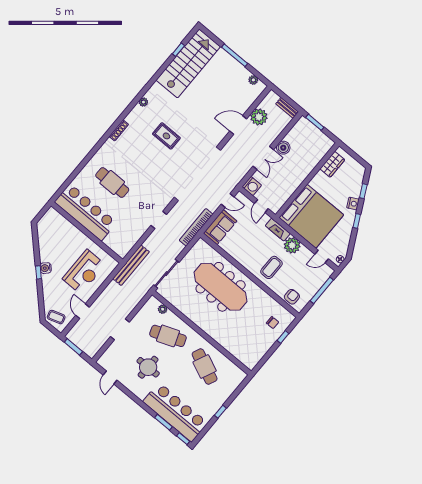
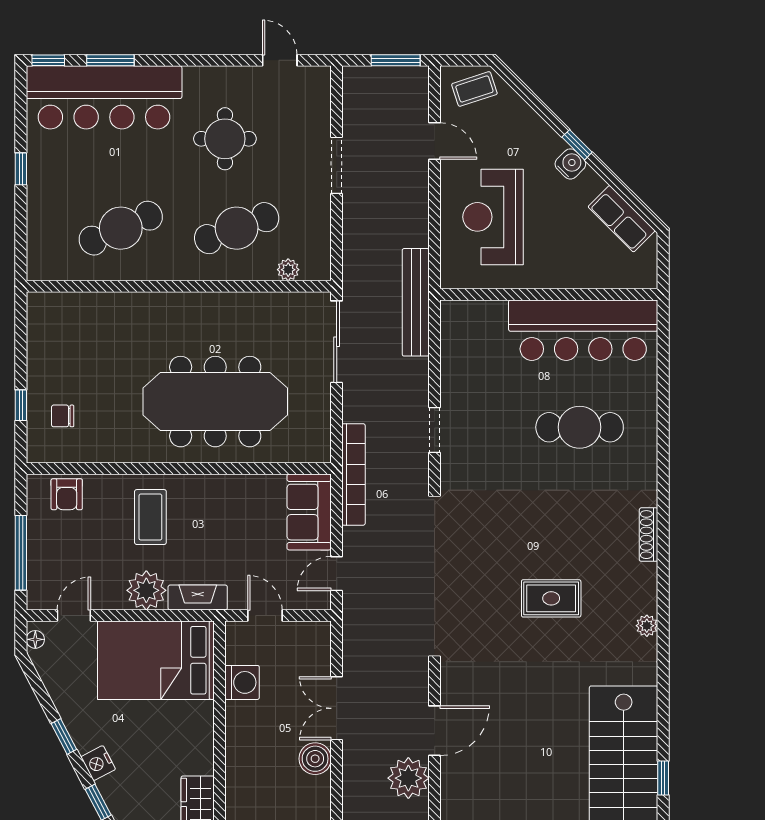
washing machine: (252, 186) -> (242, 682), moved, turned 180
bed: (311, 216) -> (156, 660), width x0.73
row of seats: (44, 237) -> (622, 219), added
cafe table: (205, 367) -> (121, 228), turned -48

